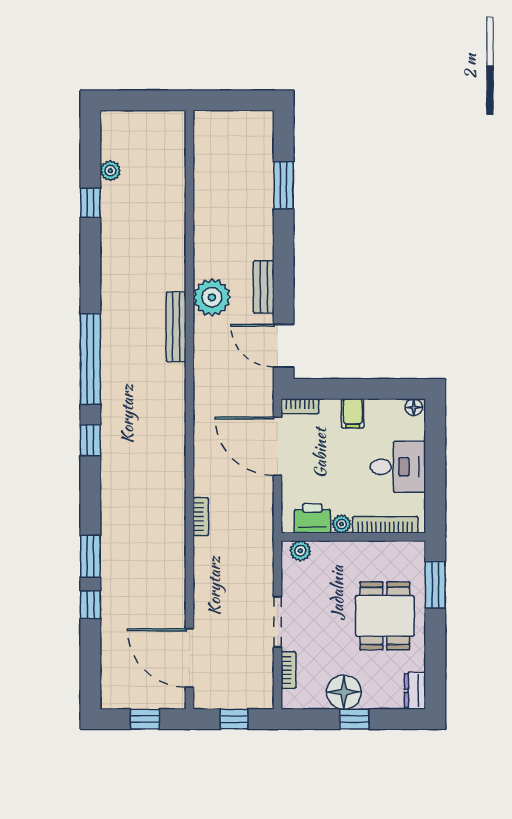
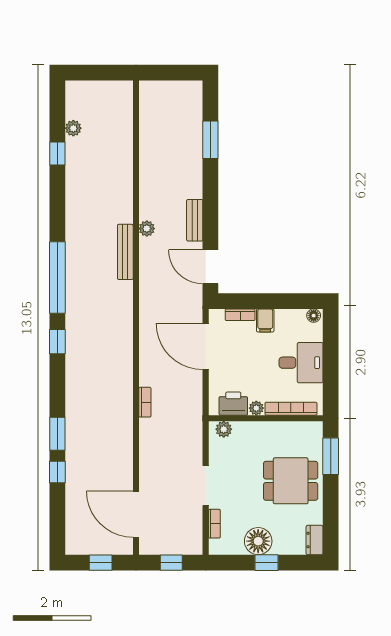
plant: (212, 297) -> (147, 229), width x0.53, depth x0.53
bookcase: (300, 406) -> (240, 315), moved
dining table: (385, 616) -> (291, 481), turned 90

